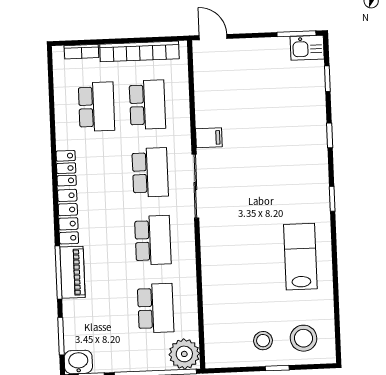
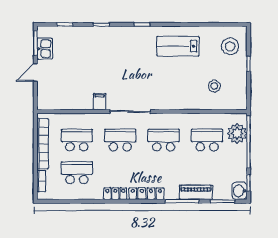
door: (213, 37) -> (35, 72), moved
kitchen sink: (307, 48) -> (45, 49), moved
piano: (72, 272) -> (196, 192), moved
stool: (263, 341) -> (214, 86), moved
plant: (184, 354) -> (237, 133), moved

